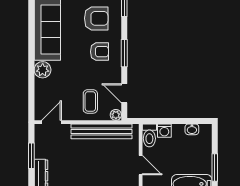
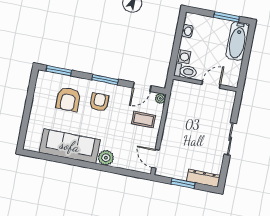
armchair: (96, 18) -> (68, 99), turned 180
bench: (101, 131) -> (173, 115), removed

